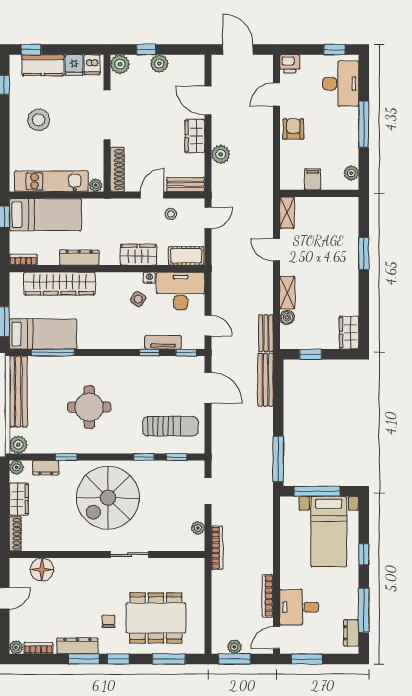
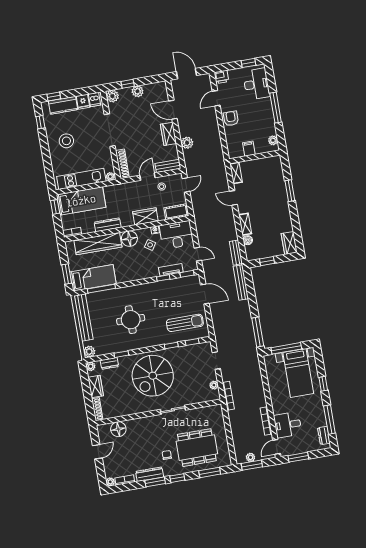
floor lamp: (108, 284) -> (129, 239), added

